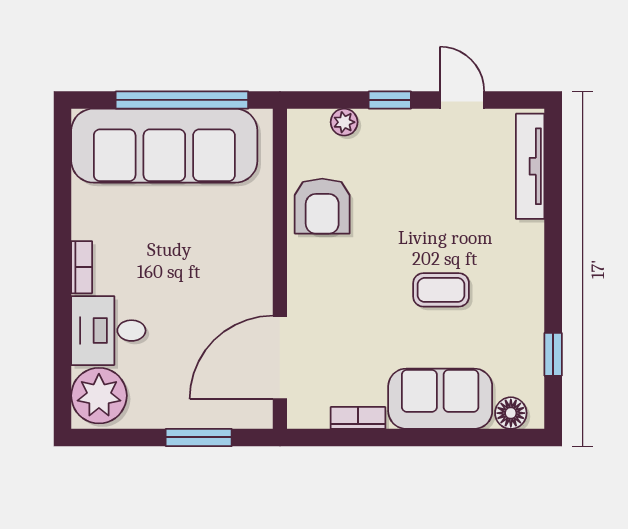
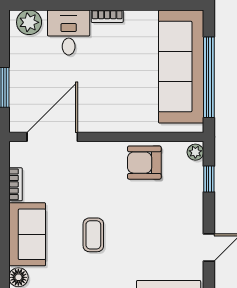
window: (390, 100) -> (209, 179), moved
plant: (344, 122) -> (195, 152), moved
door: (280, 357) -> (52, 137), hinge flipped
plant: (99, 396) -> (29, 22), width x0.73, depth x0.73

